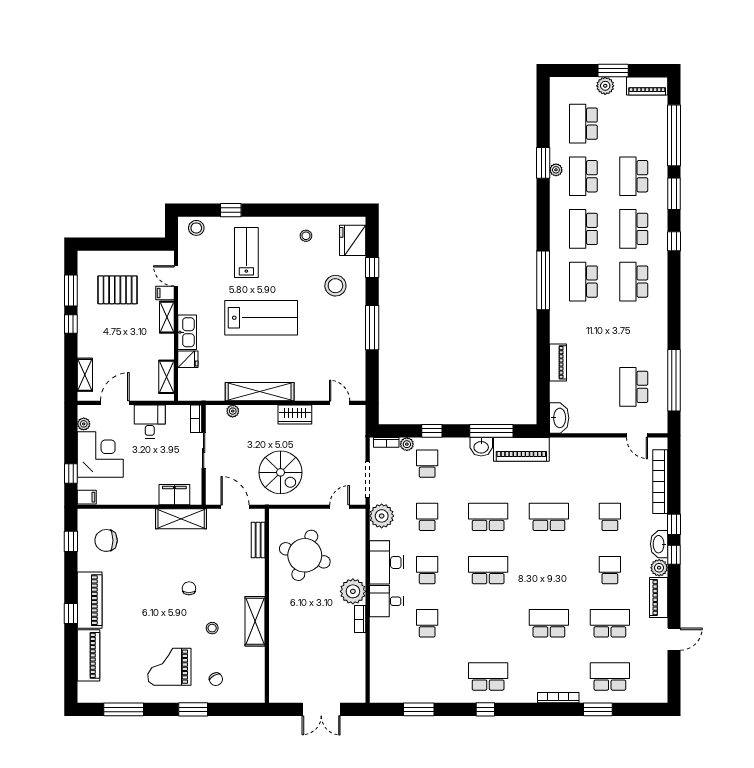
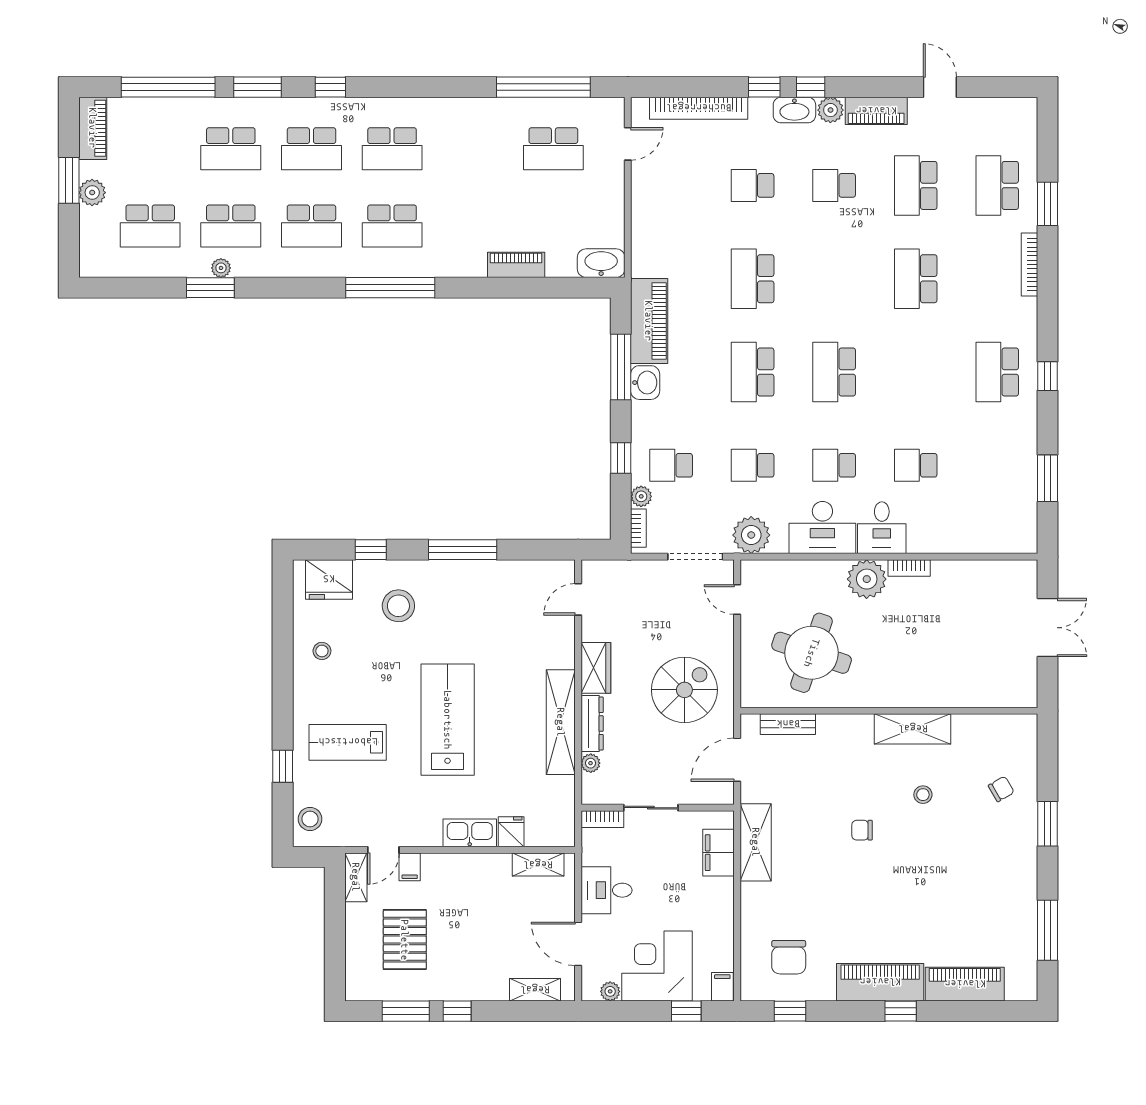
shelving: (167, 317) -> (356, 877), moved, turned 90
dresser: (259, 412) -> (592, 724), added
grand piano: (169, 667) -> (982, 860), removed

